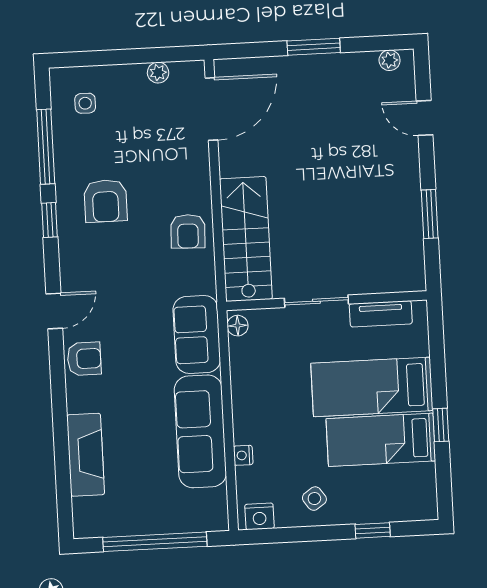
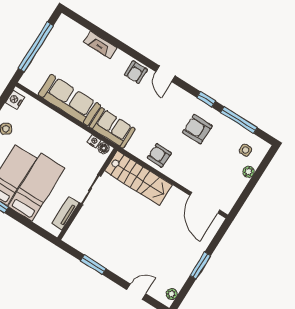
plant: (158, 73) -> (248, 172), moved
fireplace: (86, 455) -> (100, 45), width x0.73, depth x0.76
nightstand: (243, 455) -> (94, 141), moved

